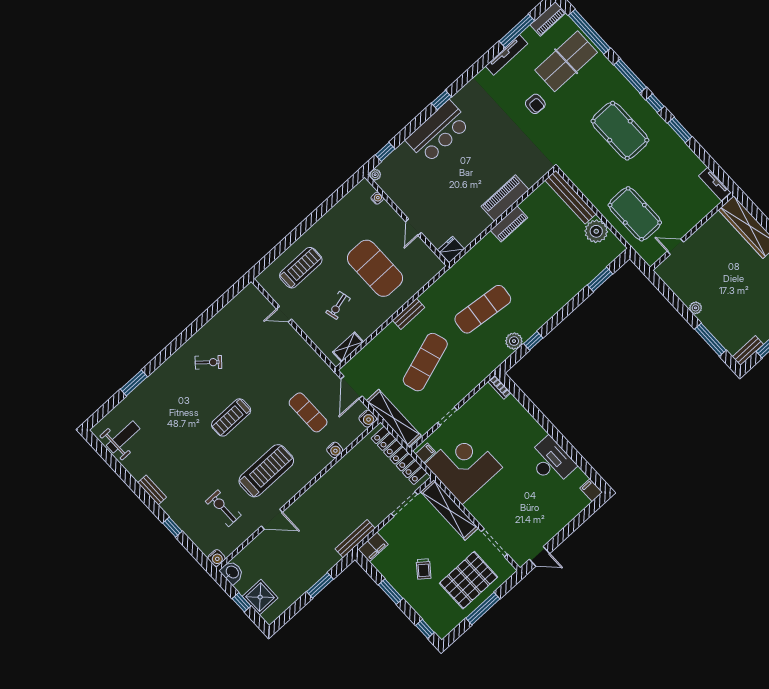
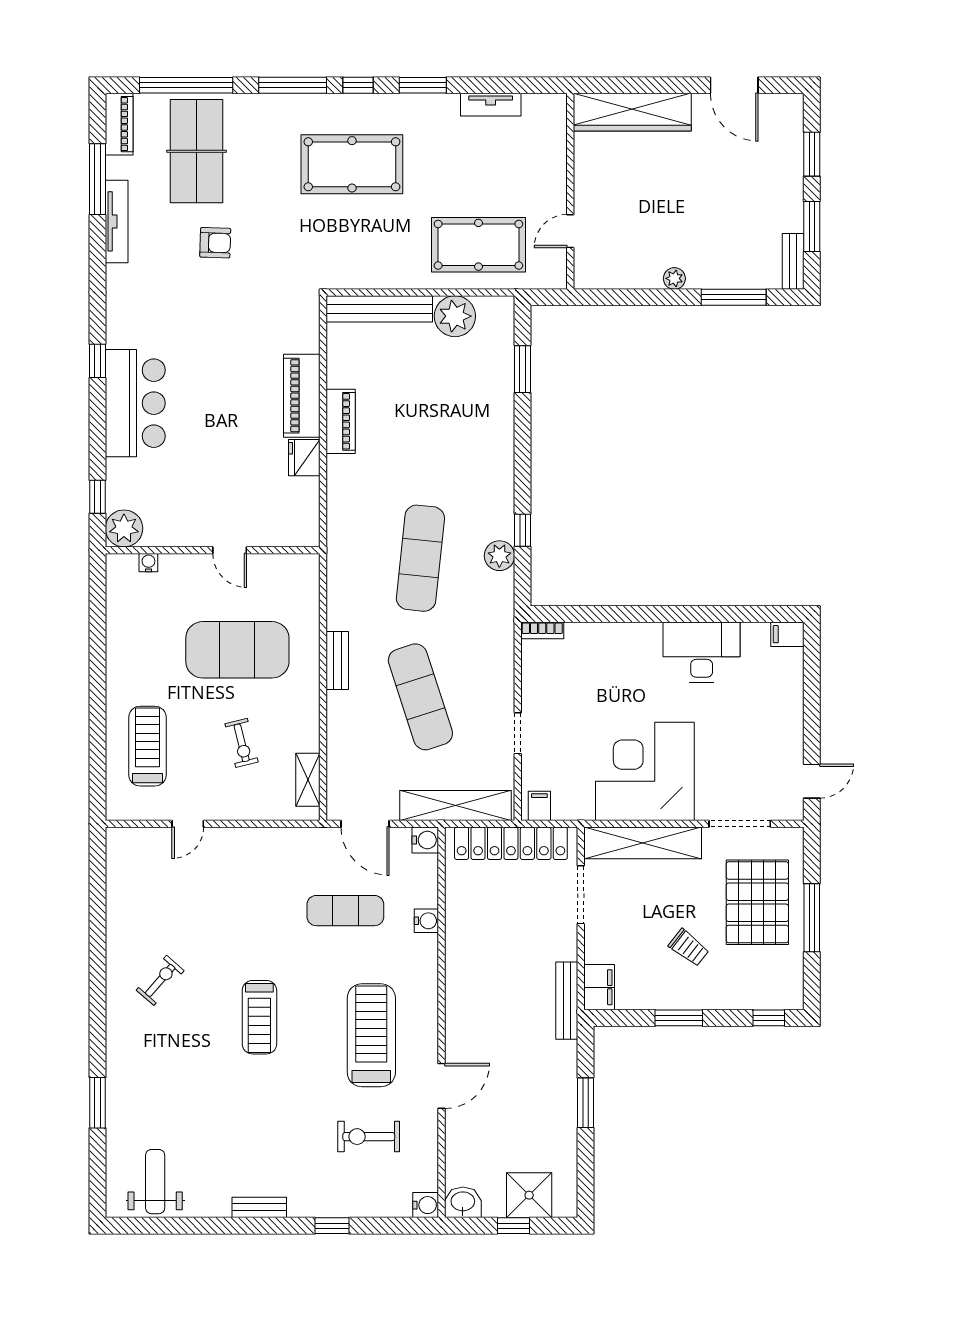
plant: (375, 175) -> (124, 528), width x1.87, depth x1.87
tv unit: (715, 184) -> (491, 105), moved
fridge: (451, 250) -> (304, 458), moved
corner desk: (464, 466) -> (645, 771), moved

